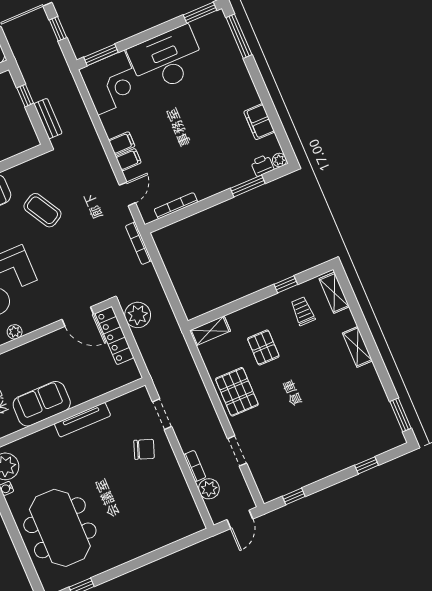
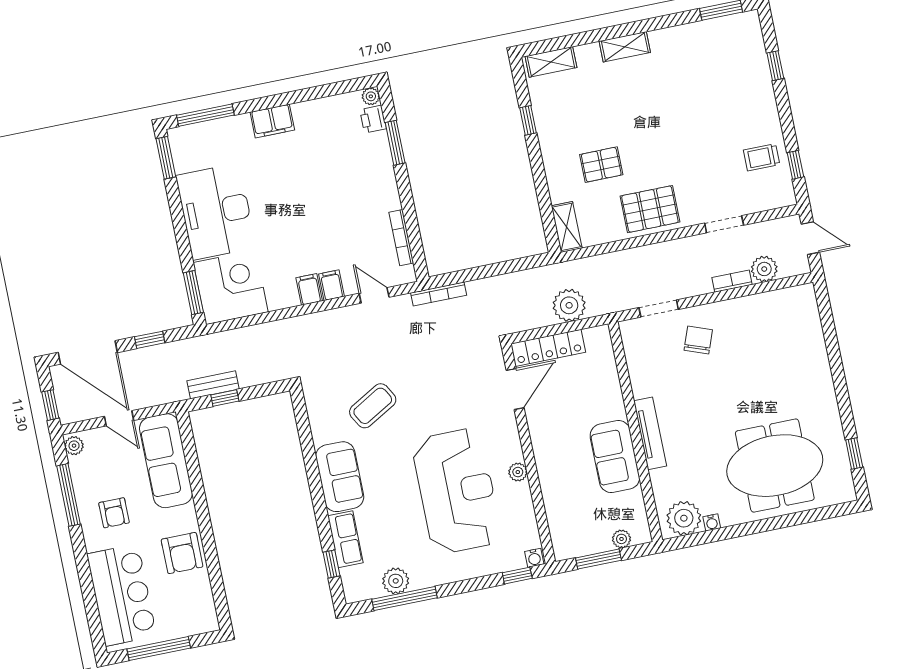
bench: (48, 119) -> (213, 385), moved
filing cabinet: (259, 122) -> (272, 121), moved
trolley: (303, 311) -> (762, 157), moved
plant: (138, 315) -> (569, 305), moved
tv unit: (82, 420) -> (650, 433), moved

